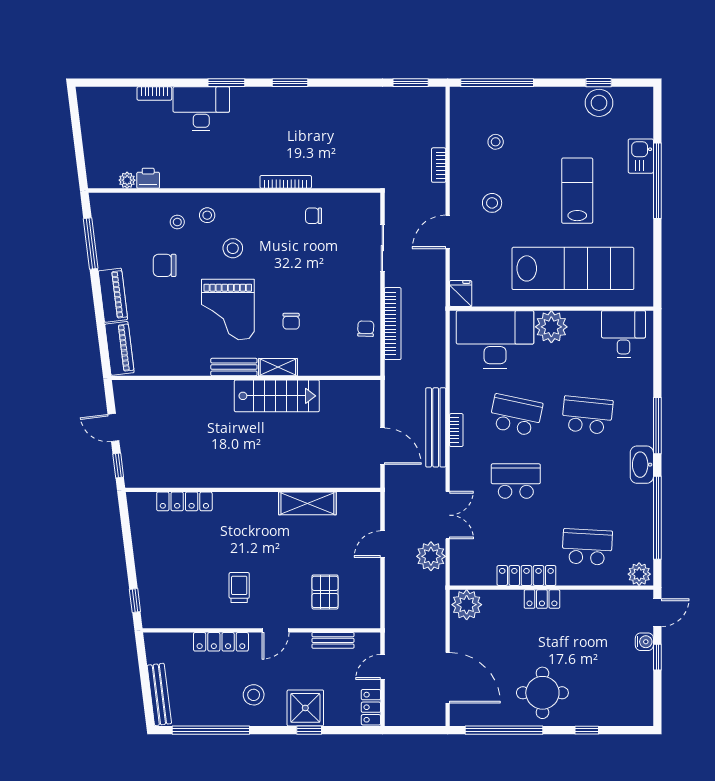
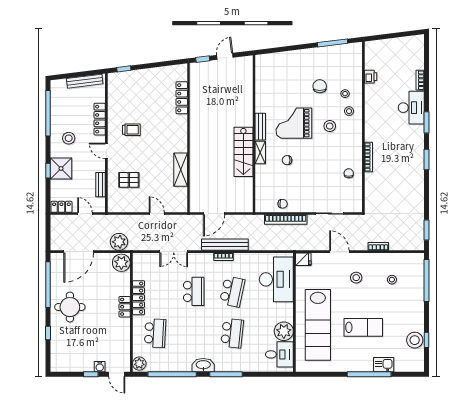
plant: (127, 180) -> (369, 64), removed
piano: (113, 295) -> (302, 56), removed
plant: (551, 327) -> (284, 331), moved
piano: (119, 348) -> (271, 60), removed
plant: (431, 556) -> (119, 242), moved
bench: (159, 694) -> (85, 81), moved

